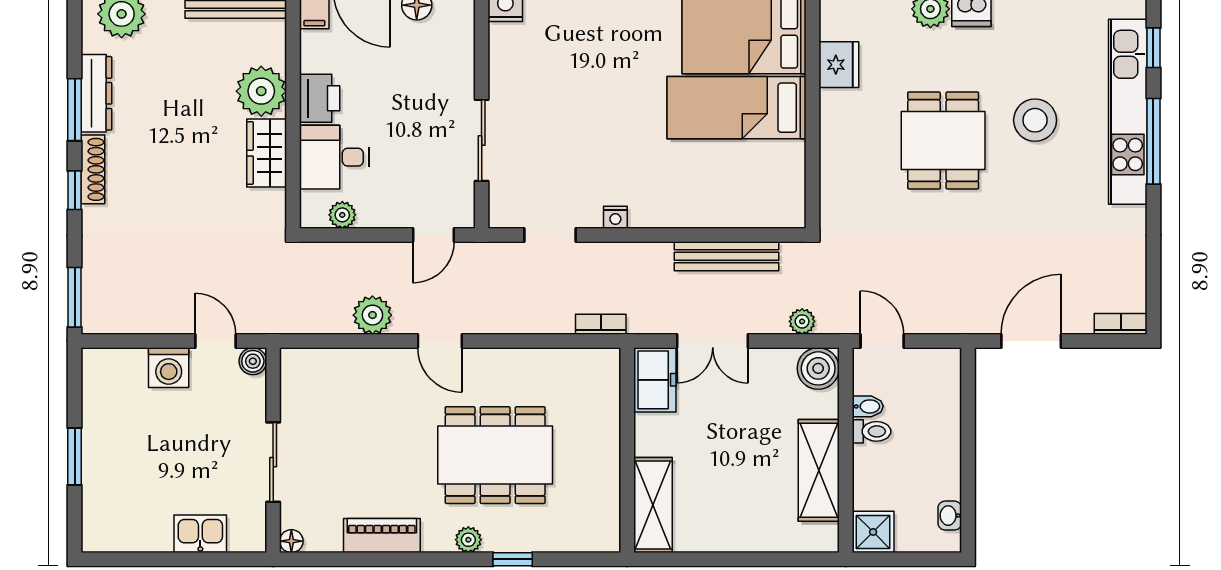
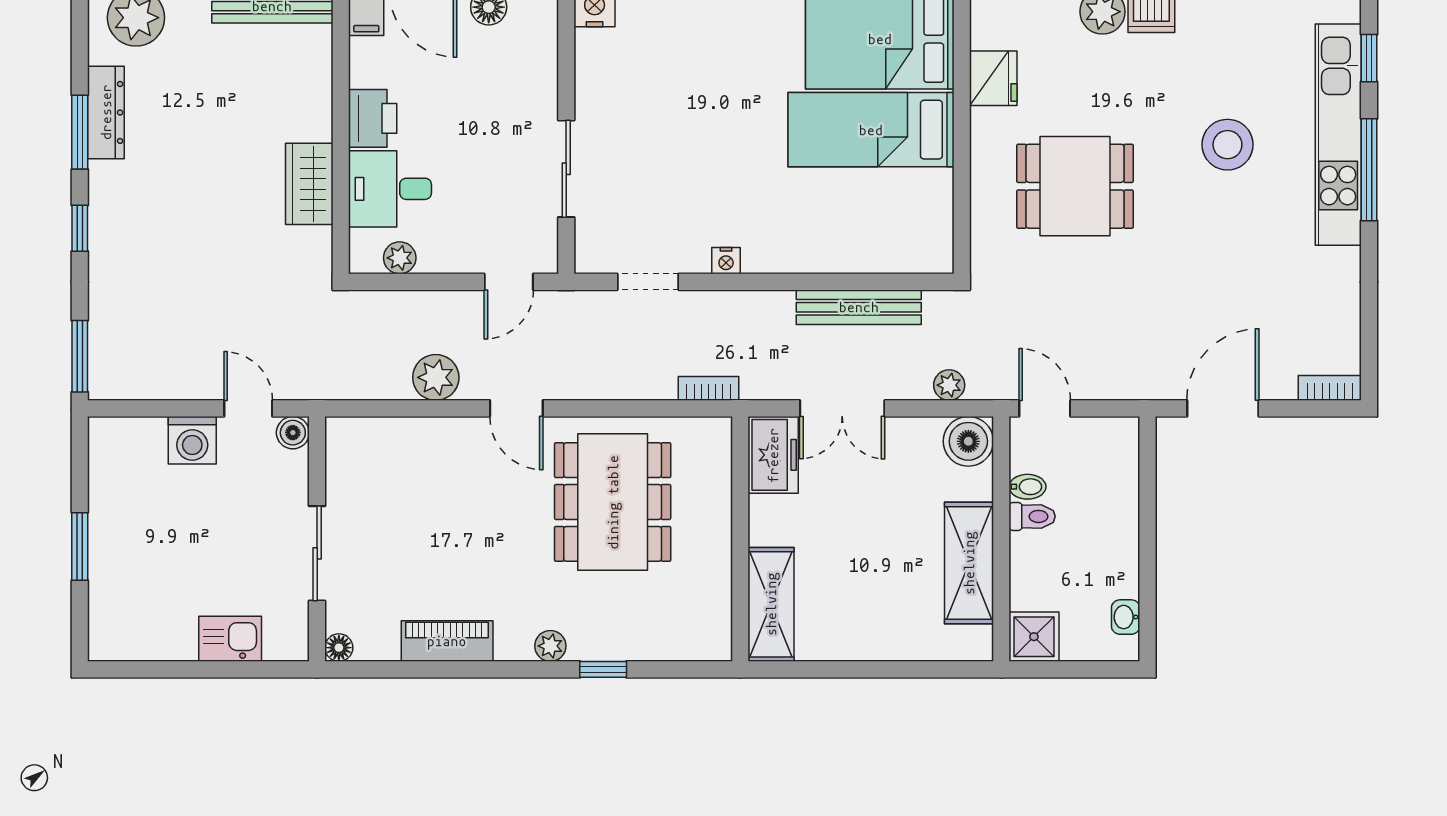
plant: (261, 91) -> (303, 110), removed
dining table: (943, 140) -> (1075, 186), moved, turned 90
shoe rack: (93, 169) -> (102, 203), removed
dining table: (495, 455) -> (613, 502), moved, turned 90

